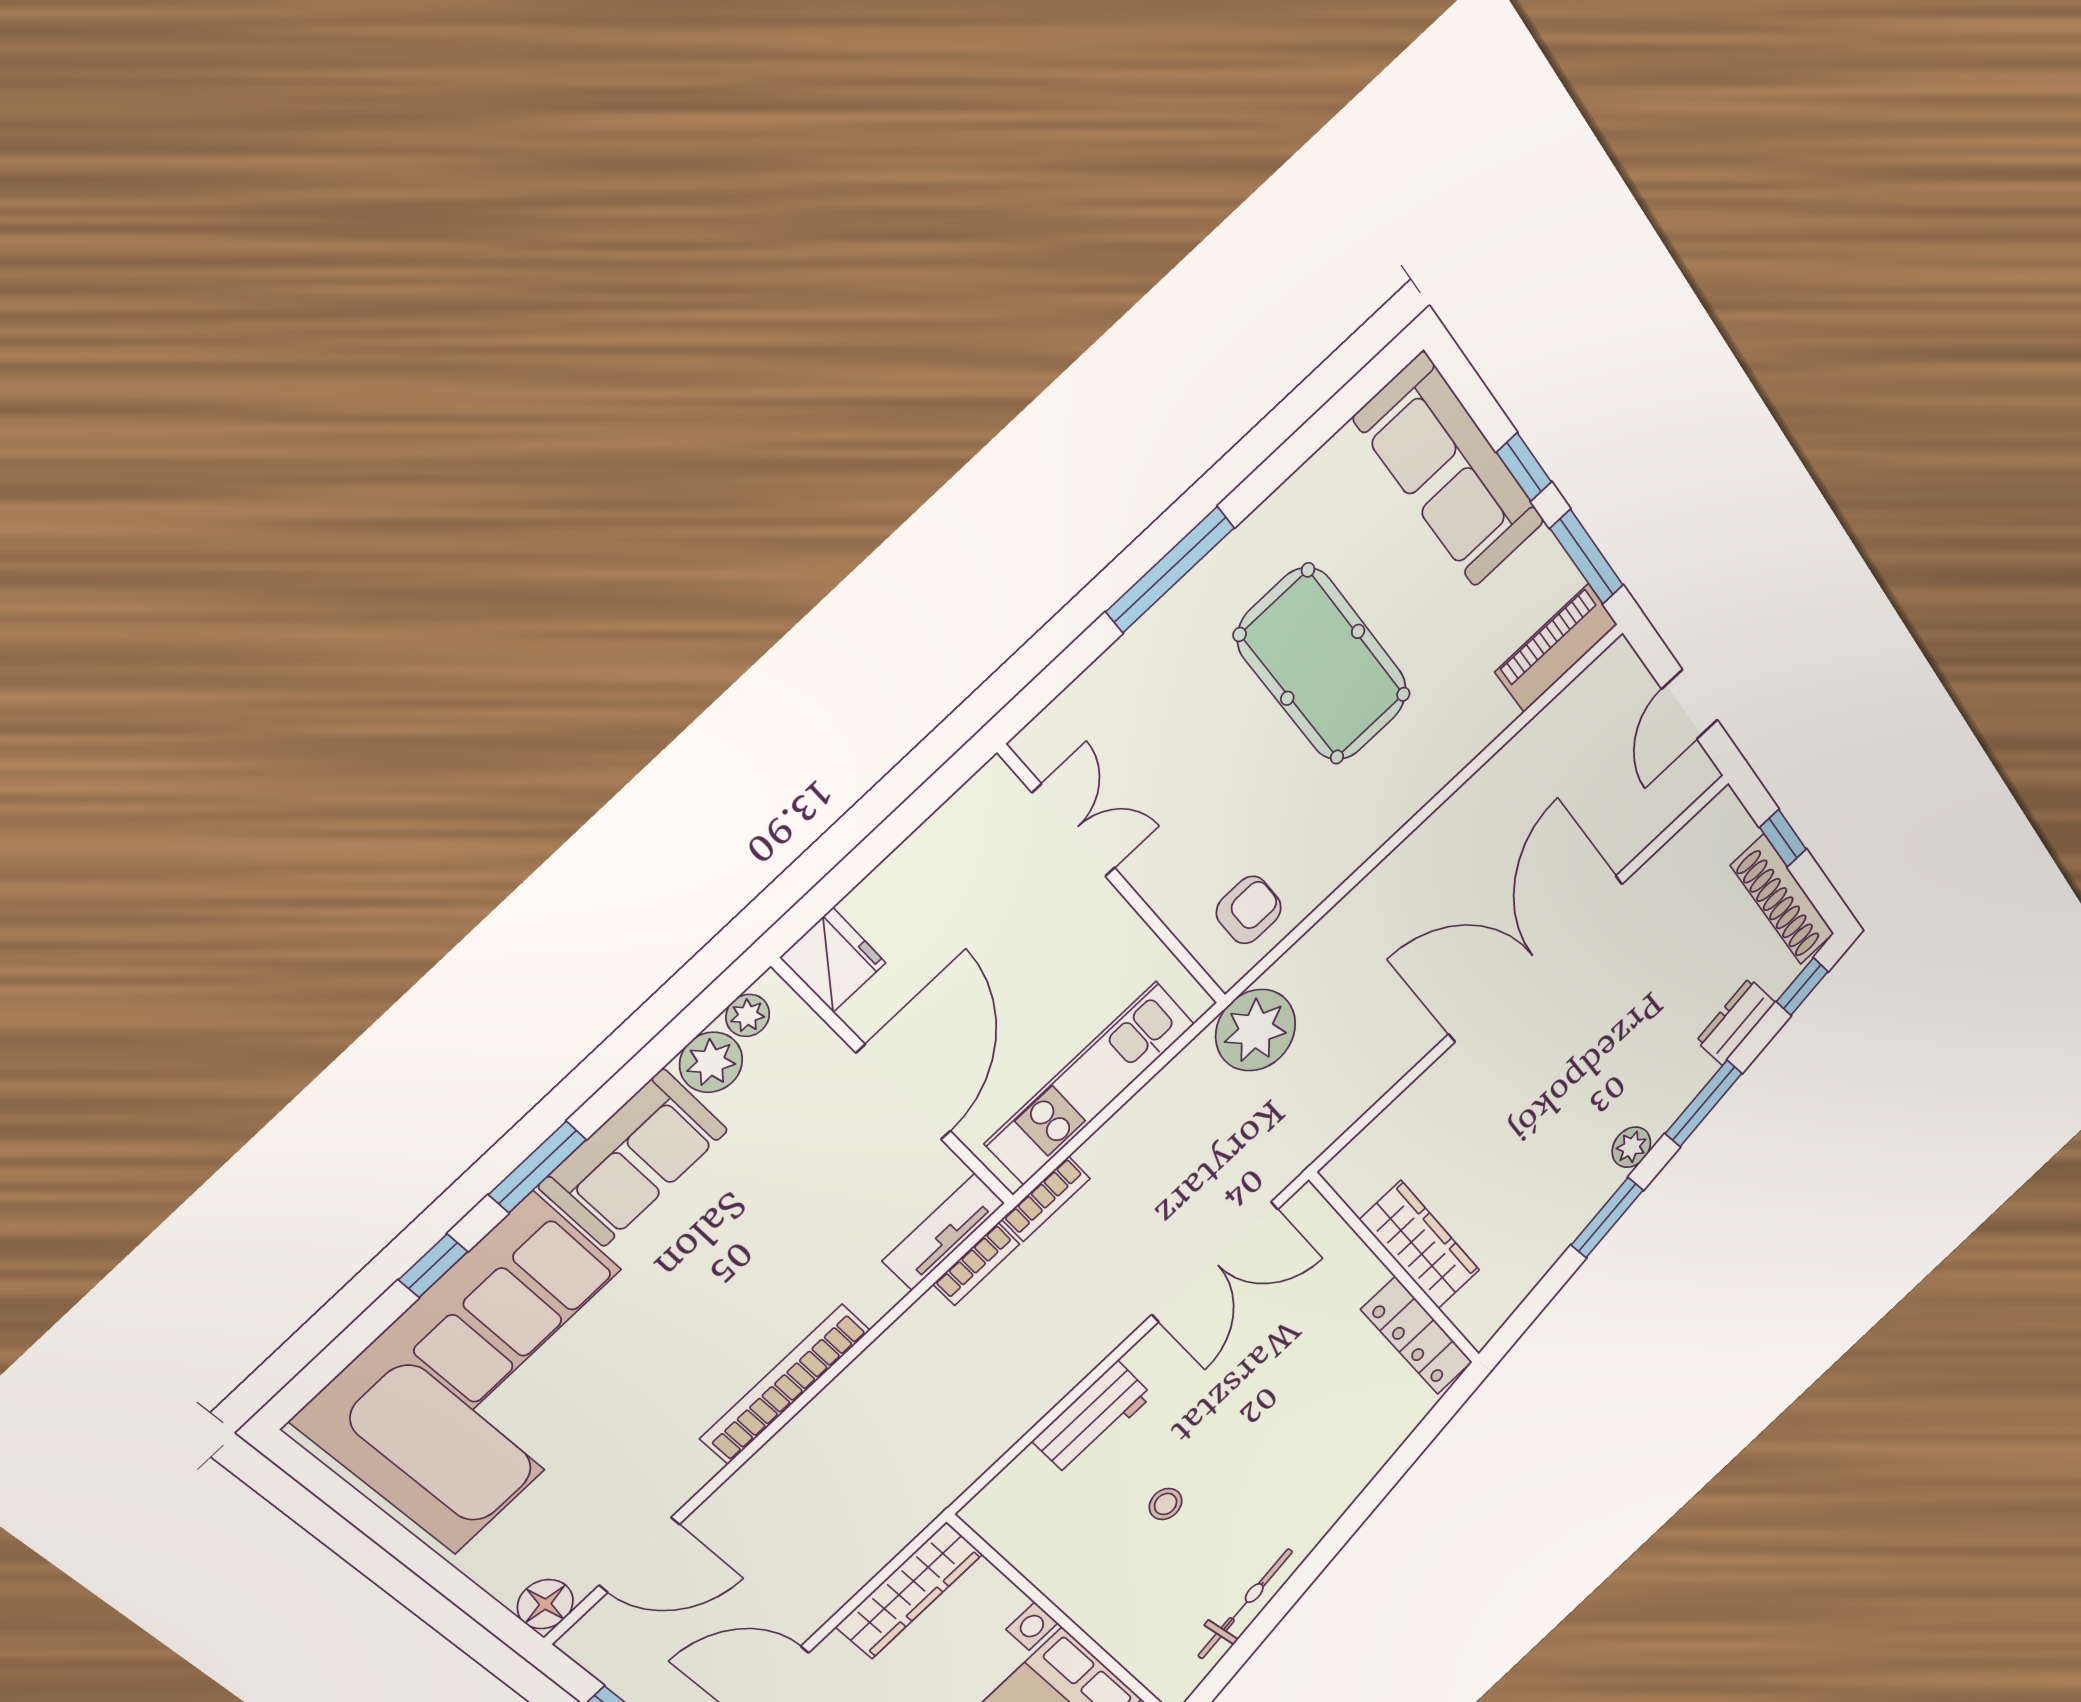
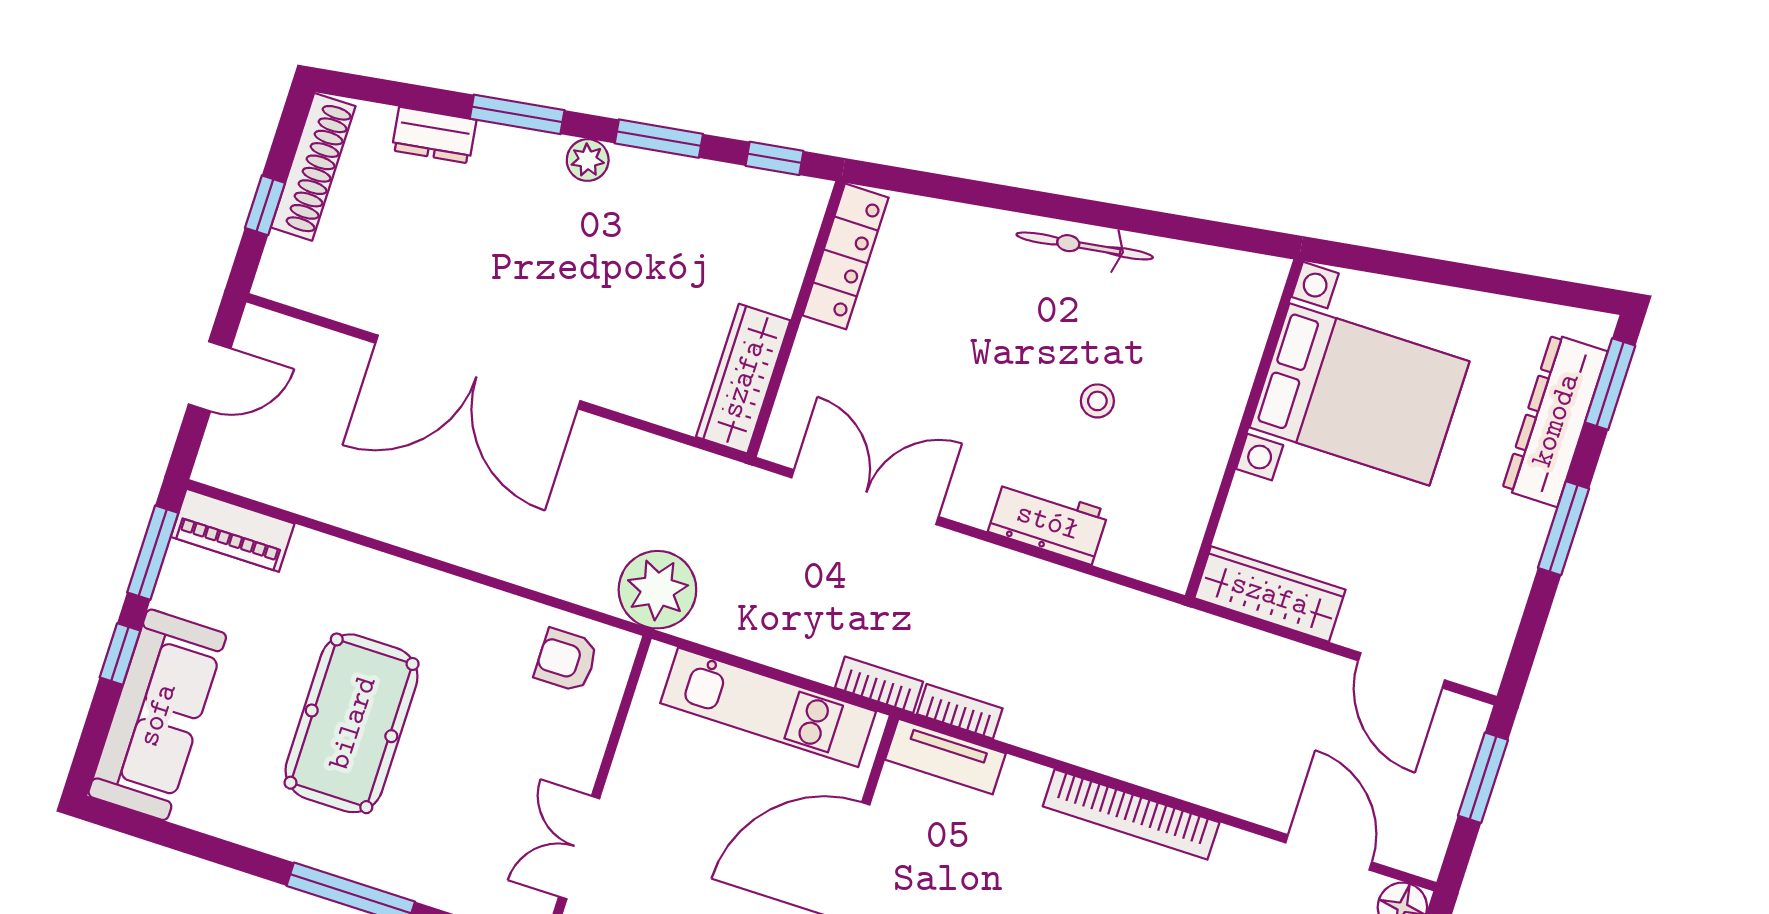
window: (1802, 987) -> (774, 158), moved
wardrobe: (1420, 1245) -> (743, 379), moved
bicycle: (1245, 1604) -> (1085, 246), moved

